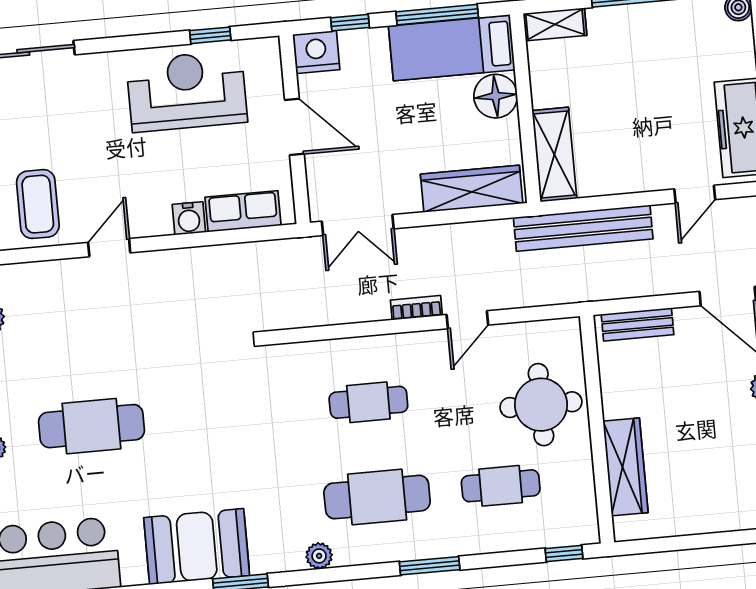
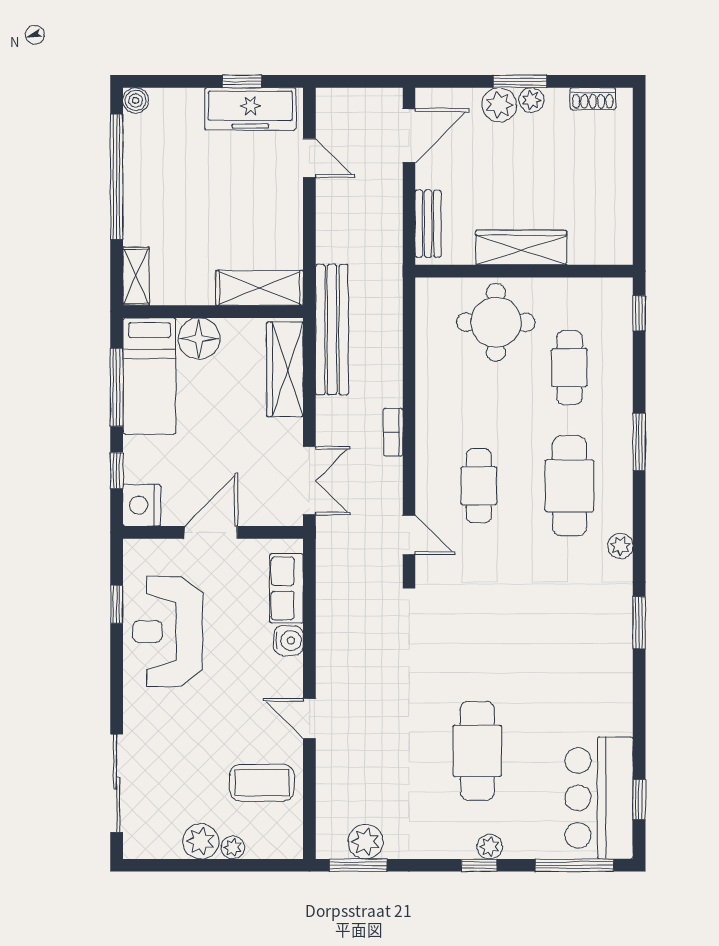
bench: (583, 228) -> (332, 330), moved
door: (467, 320) -> (409, 535), moved
wardrobe: (625, 467) -> (521, 247), moved
booth: (197, 547) -> (601, 661), removed

